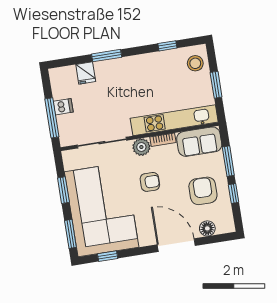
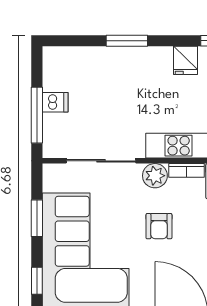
fridge: (86, 73) -> (185, 60), moved
armchair: (150, 182) -> (159, 226), turned 90
window: (70, 234) -> (37, 281), width x0.67

